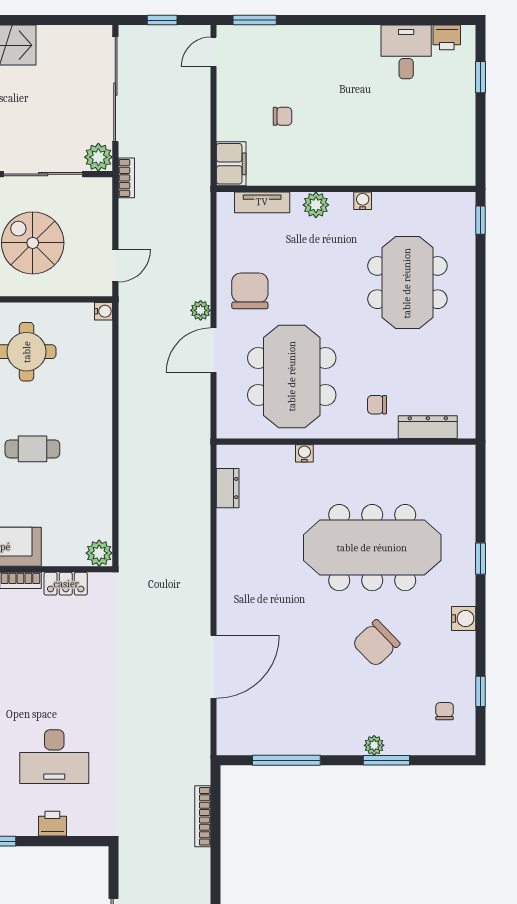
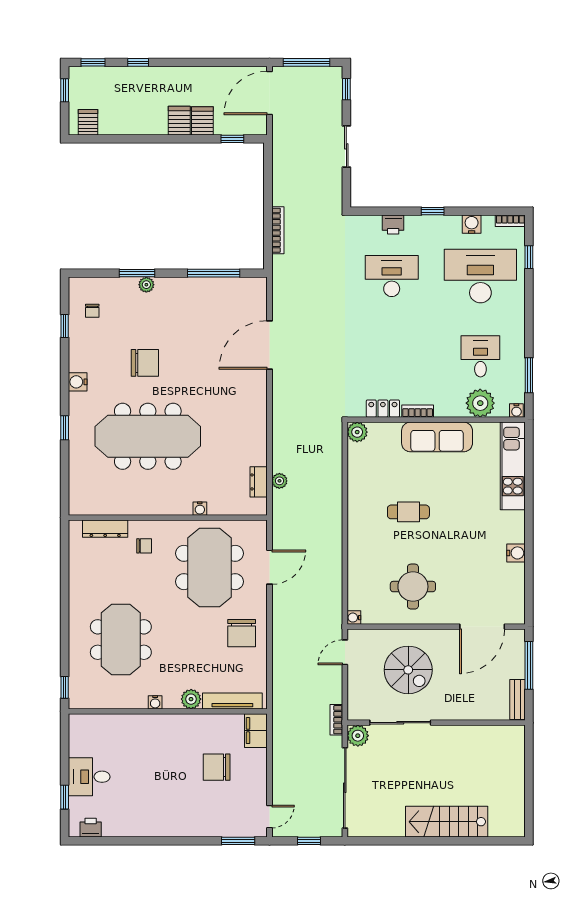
desk: (406, 52) -> (89, 777), moved, turned 90
chair: (282, 116) -> (217, 767), width x1.87, depth x1.87
tv unit: (262, 202) -> (232, 701), width x1.41
plant: (201, 310) -> (279, 481), moved
door: (214, 350) -> (269, 567), moved
chair: (376, 643) -> (145, 363), turned 44

